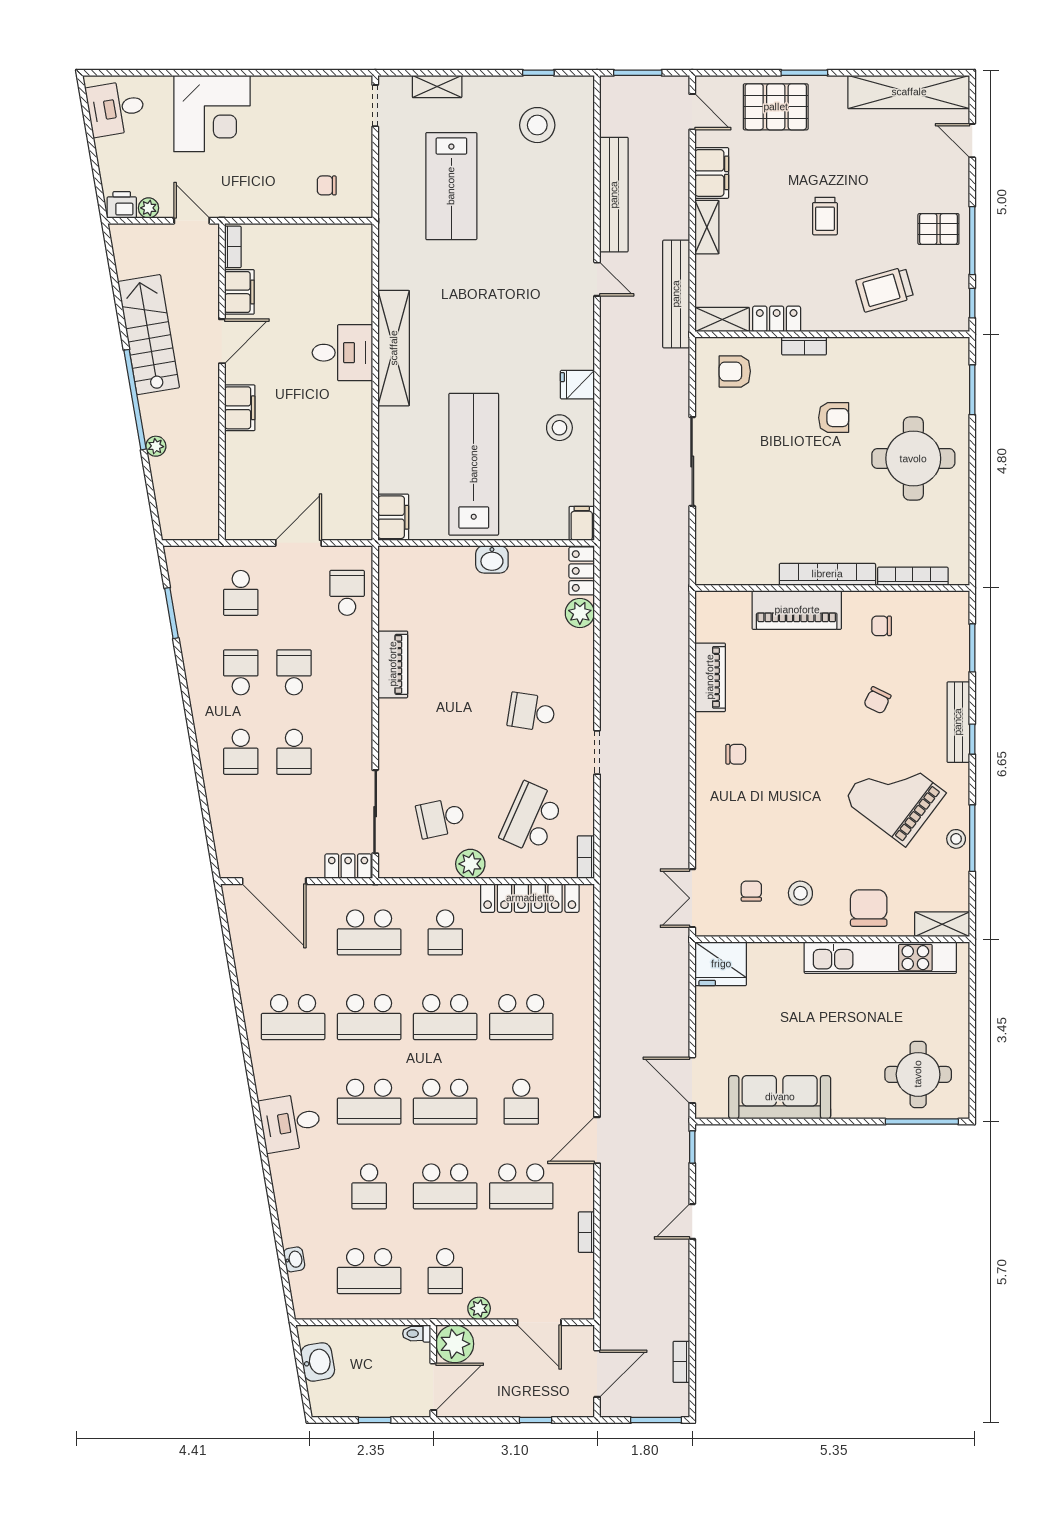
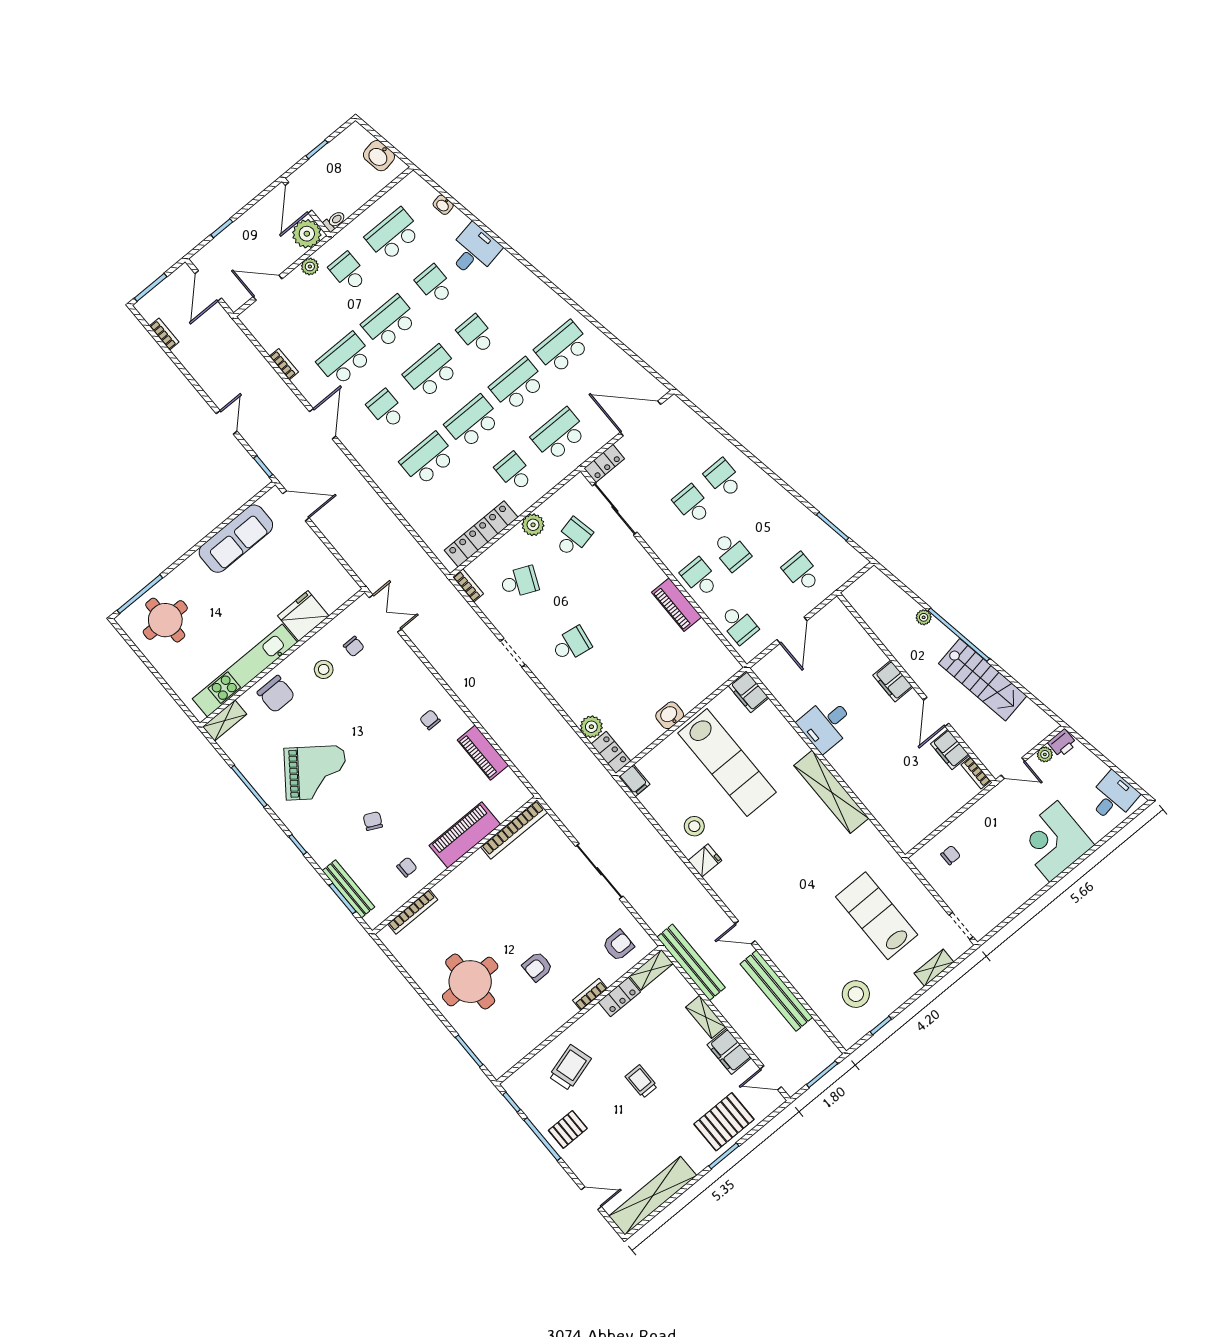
desk: (342, 353) -> (826, 724), moved
bookcase: (827, 574) -> (514, 829), moved
school desk: (241, 672) -> (700, 578), moved, turned 180
bench: (958, 722) -> (348, 889), moved
chair: (736, 754) -> (430, 720), turned 90
school desk: (532, 818) -> (519, 582), width x0.54
stool: (956, 839) -> (258, 778), removed
fridge: (721, 964) -> (303, 616), moved
school desk: (369, 1102) -> (476, 335), width x0.54
desk: (290, 1123) -> (474, 251), moved

